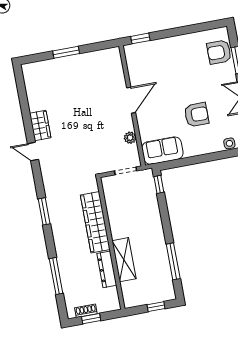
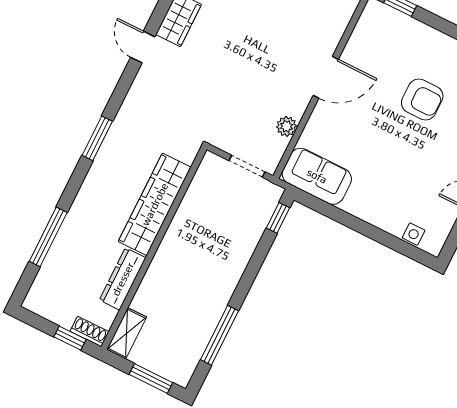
armchair: (196, 115) -> (422, 100), moved
shelving: (124, 260) -> (127, 333), moved, width x0.67, depth x0.75
window: (156, 307) -> (151, 378), width x1.50
shoe rack: (86, 311) -> (90, 332), moved
window: (91, 319) -> (70, 338), moved

